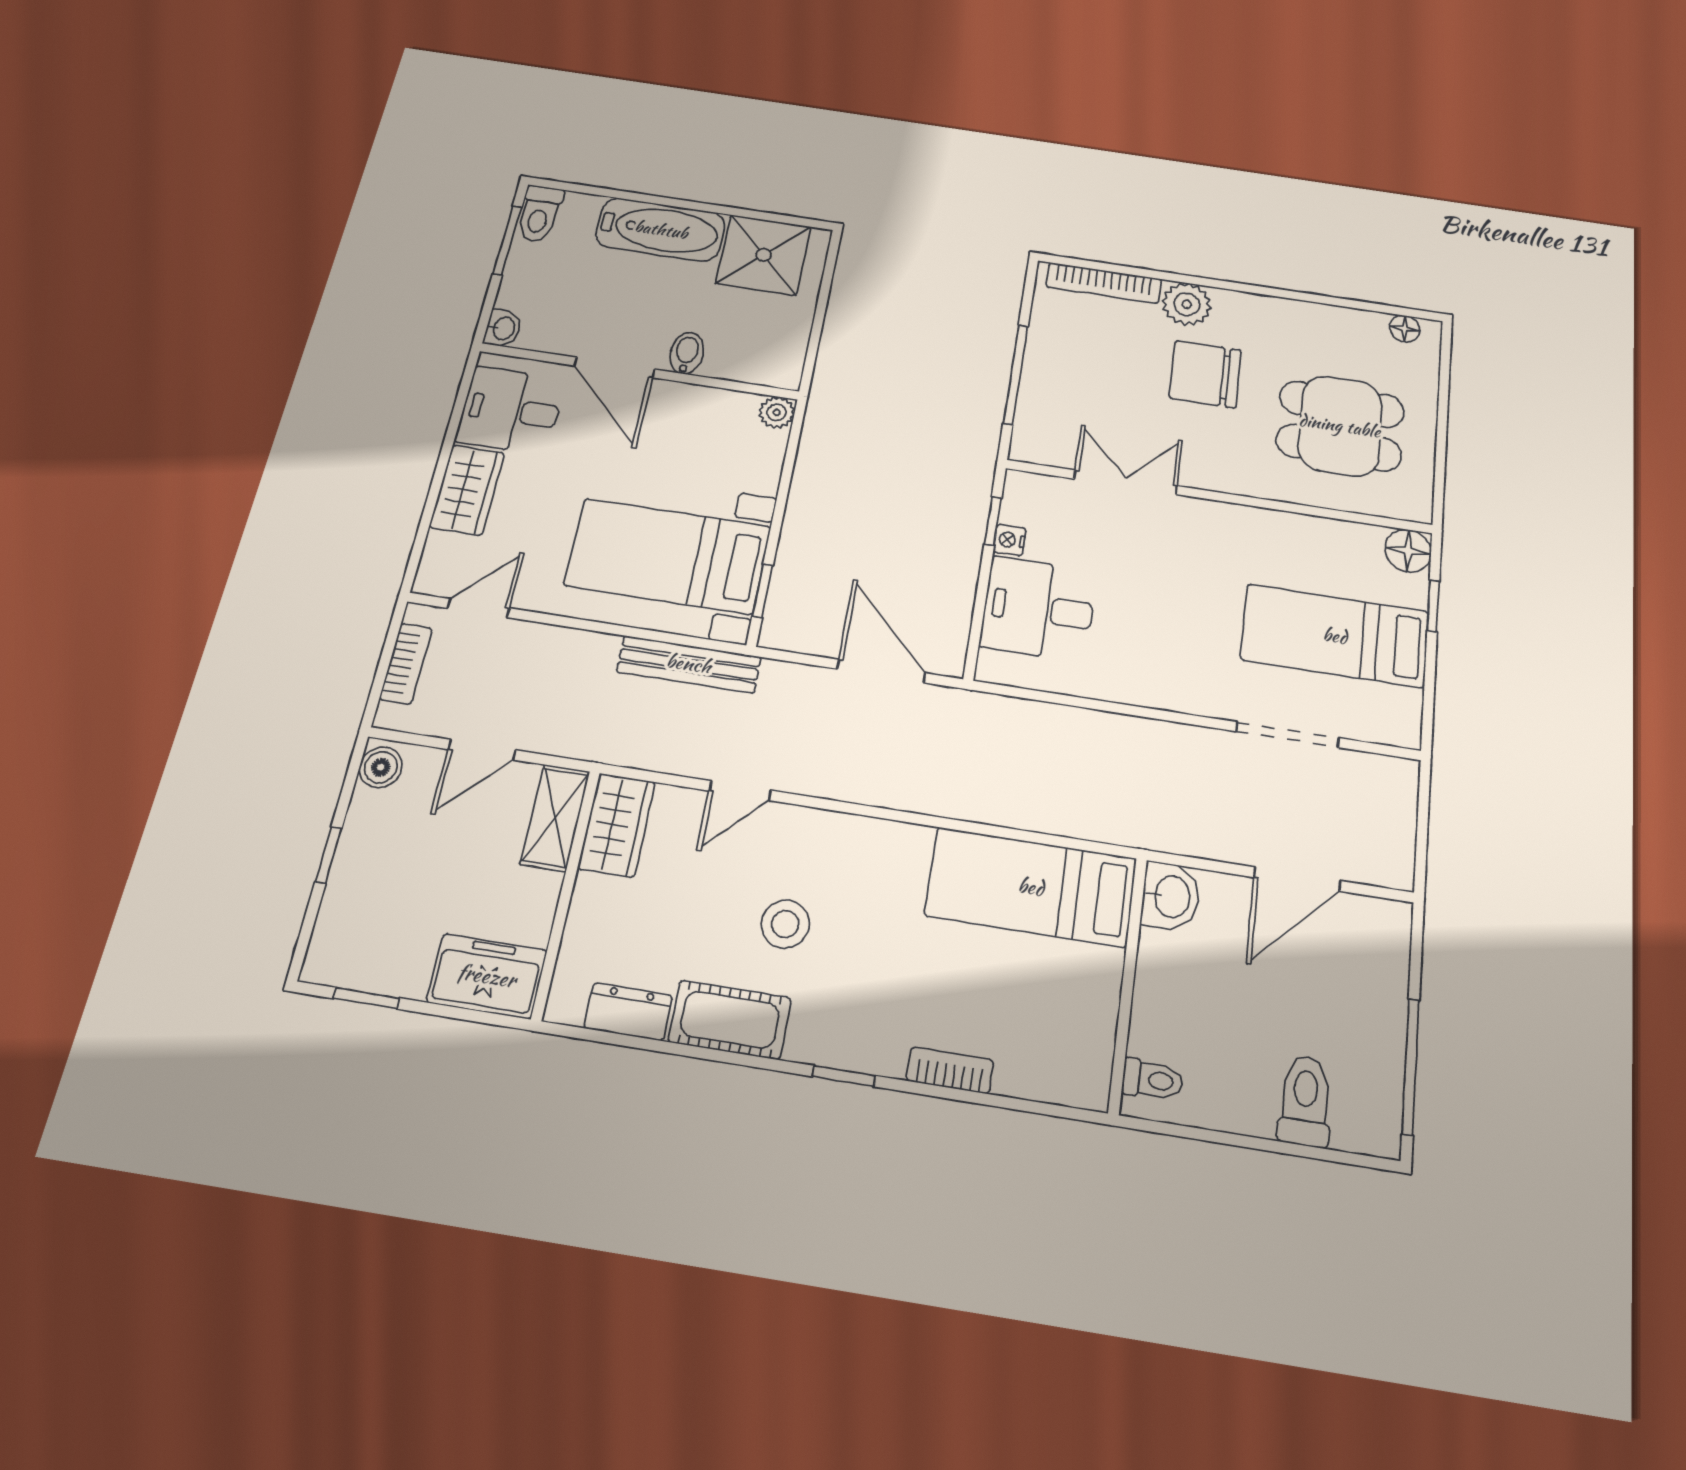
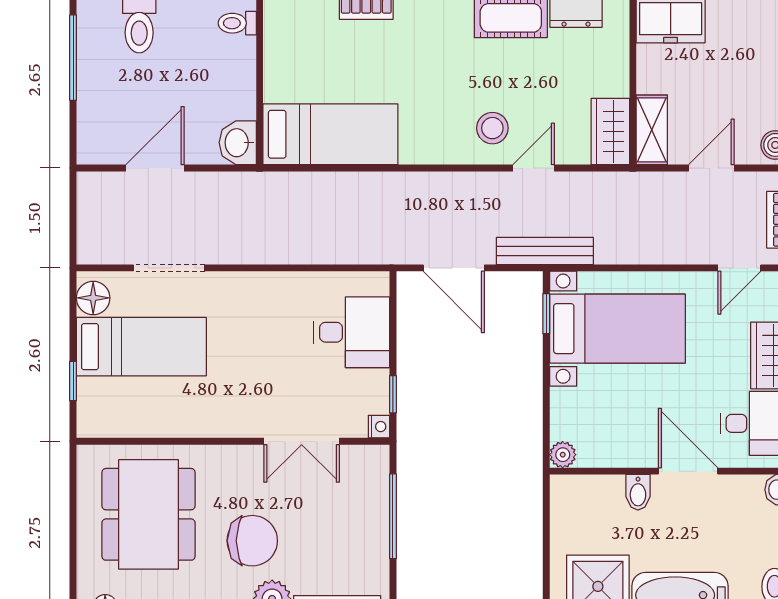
dining table: (1340, 426) -> (149, 514), width x1.37
nightstand: (1010, 540) -> (379, 427), moved
floor lamp: (1408, 551) -> (93, 298), moved
bench: (689, 664) -> (545, 251), moved
stool: (785, 924) -> (492, 128), moved

